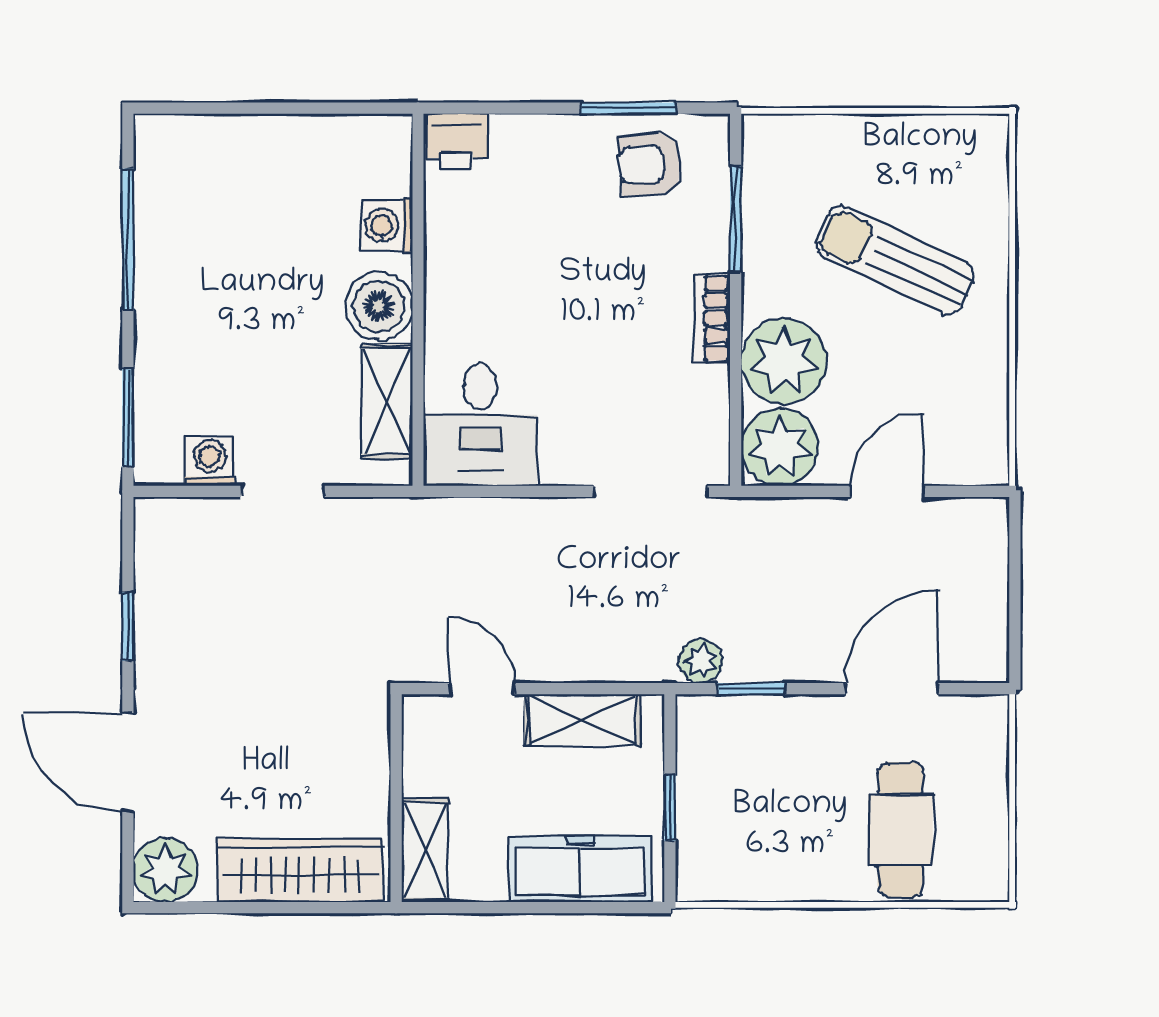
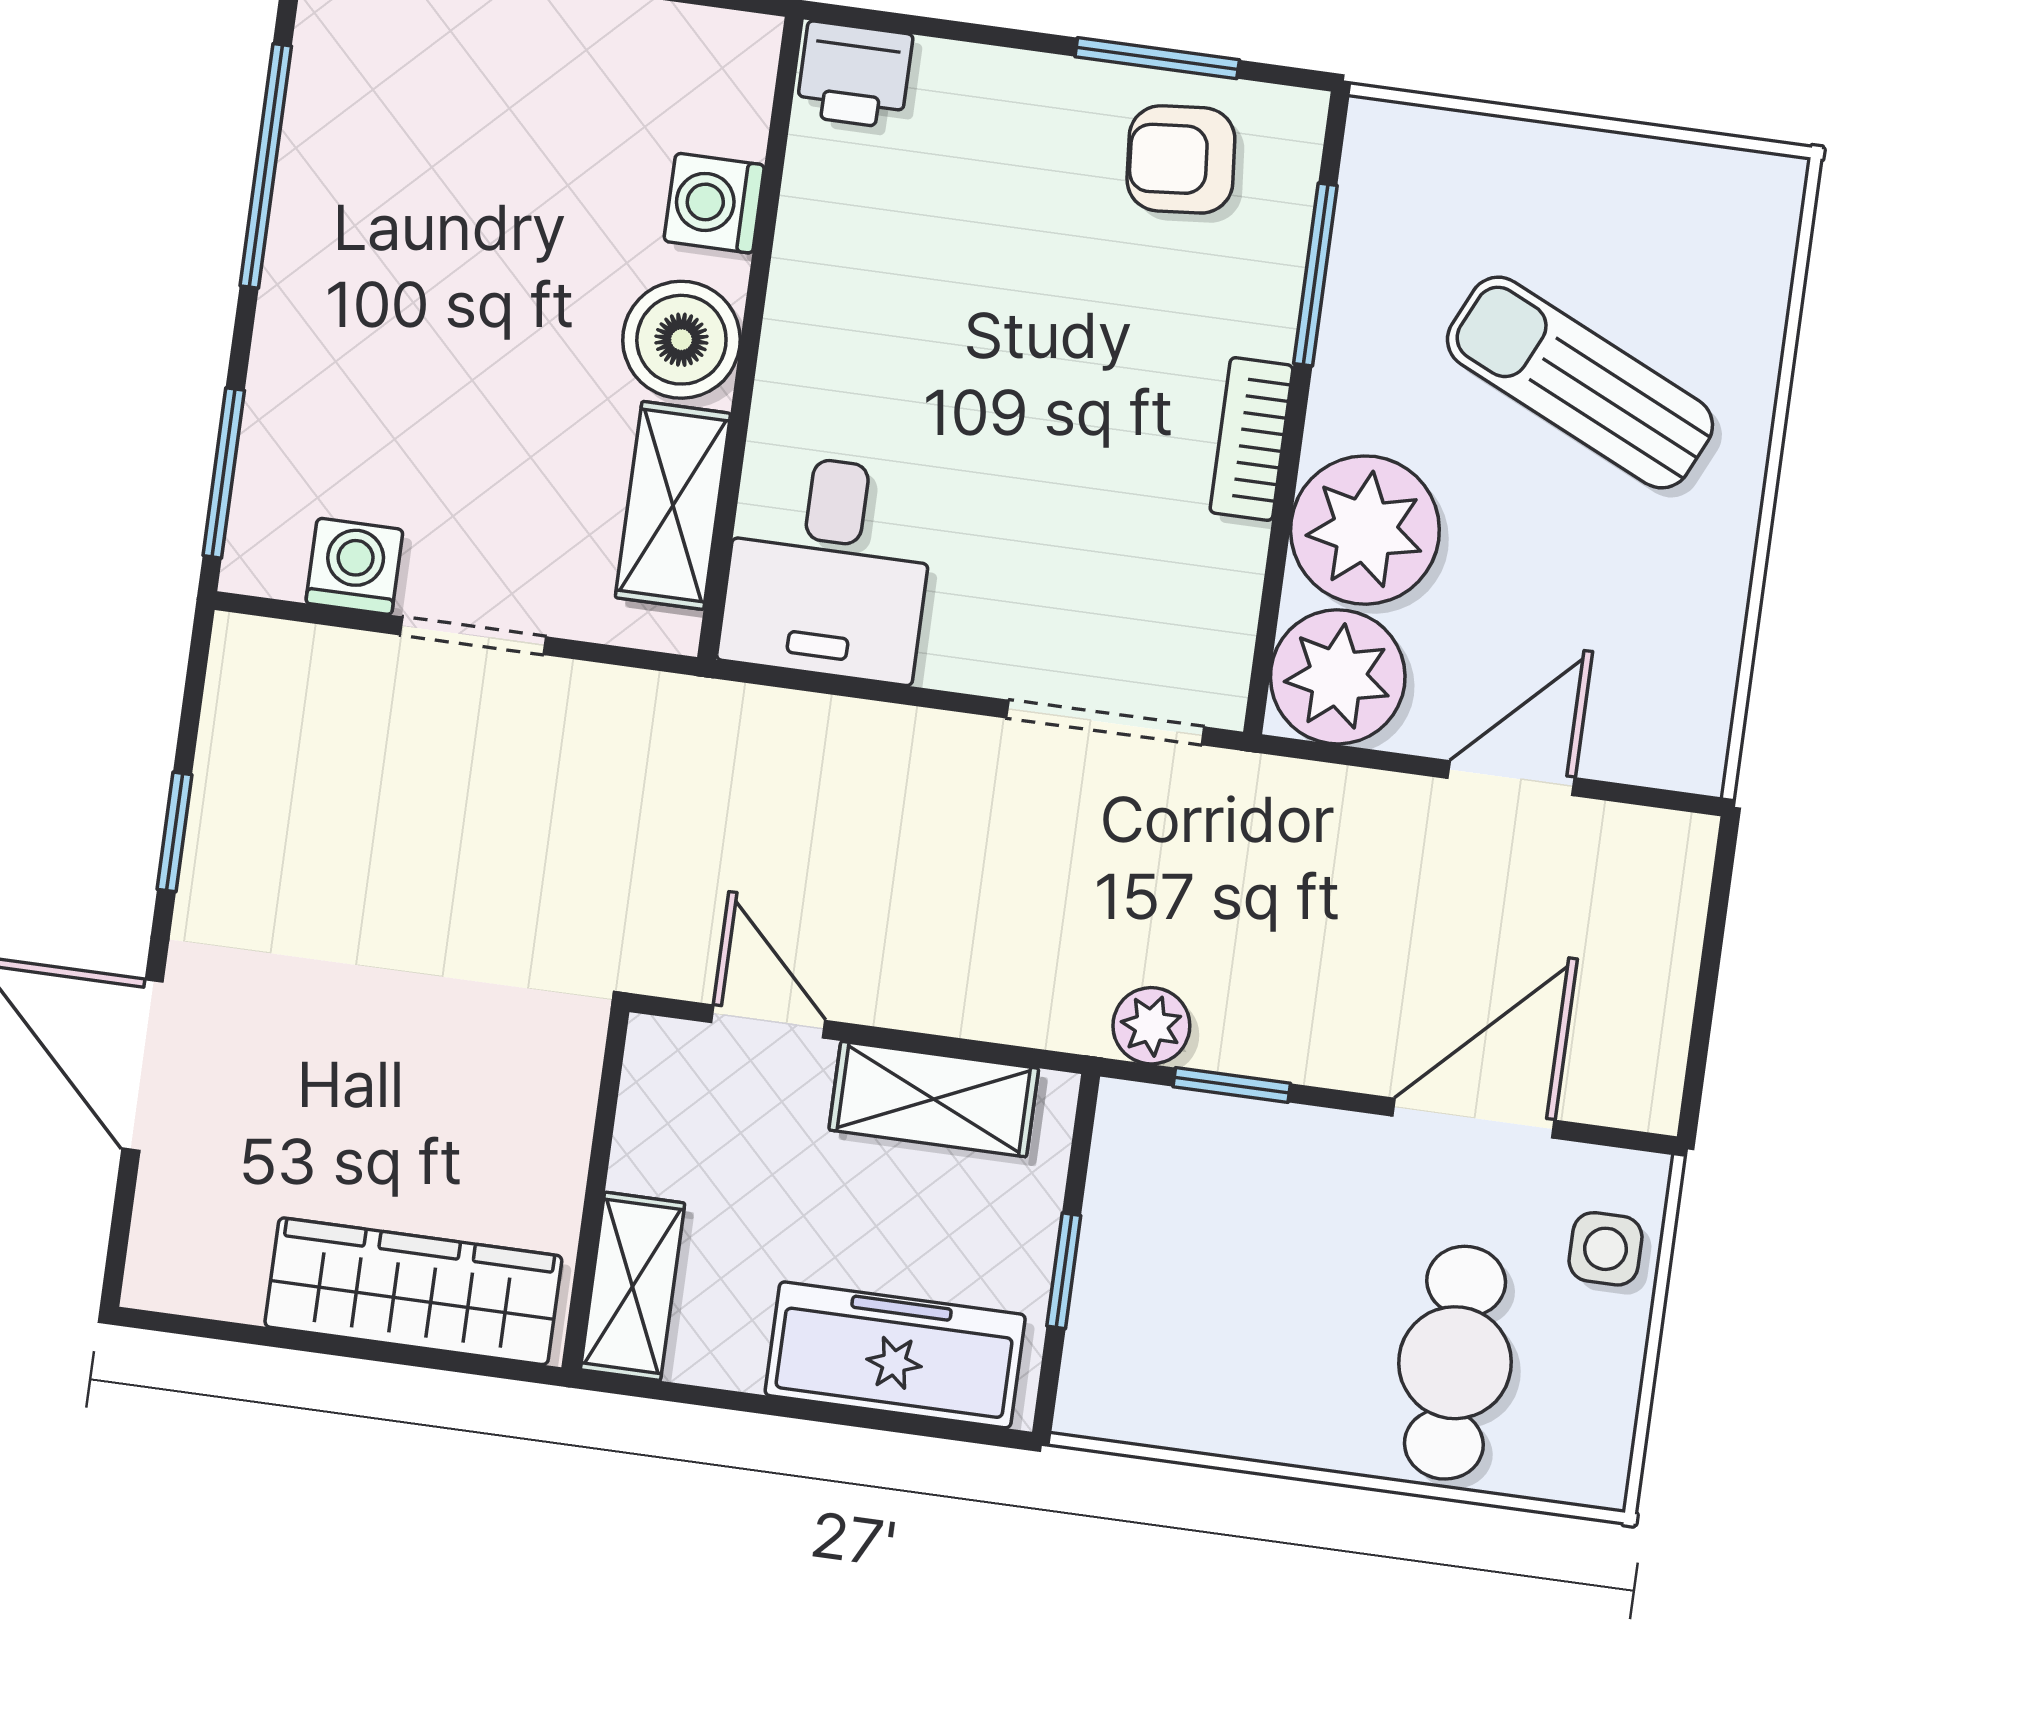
side table: (977, 753) -> (1606, 1249), added
plant: (165, 870) -> (182, 1259), removed

